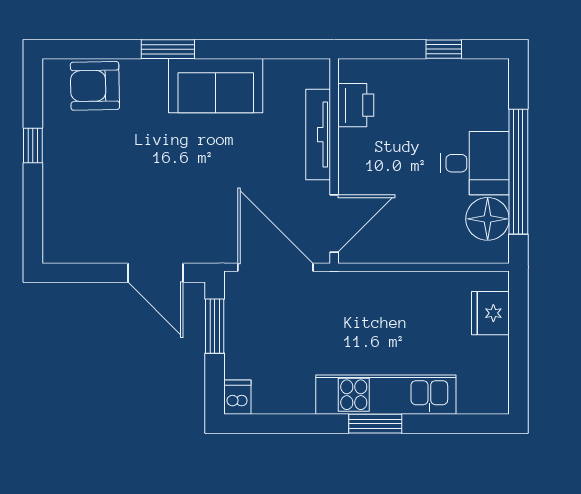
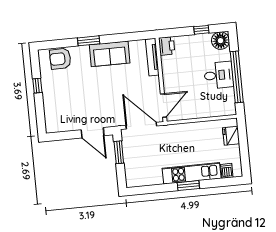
printer: (356, 105) -> (167, 46), moved
tv unit: (318, 135) -> (152, 57), moved
floor lamp: (488, 219) -> (220, 41), moved
dishwasher: (237, 397) -> (227, 171), moved

